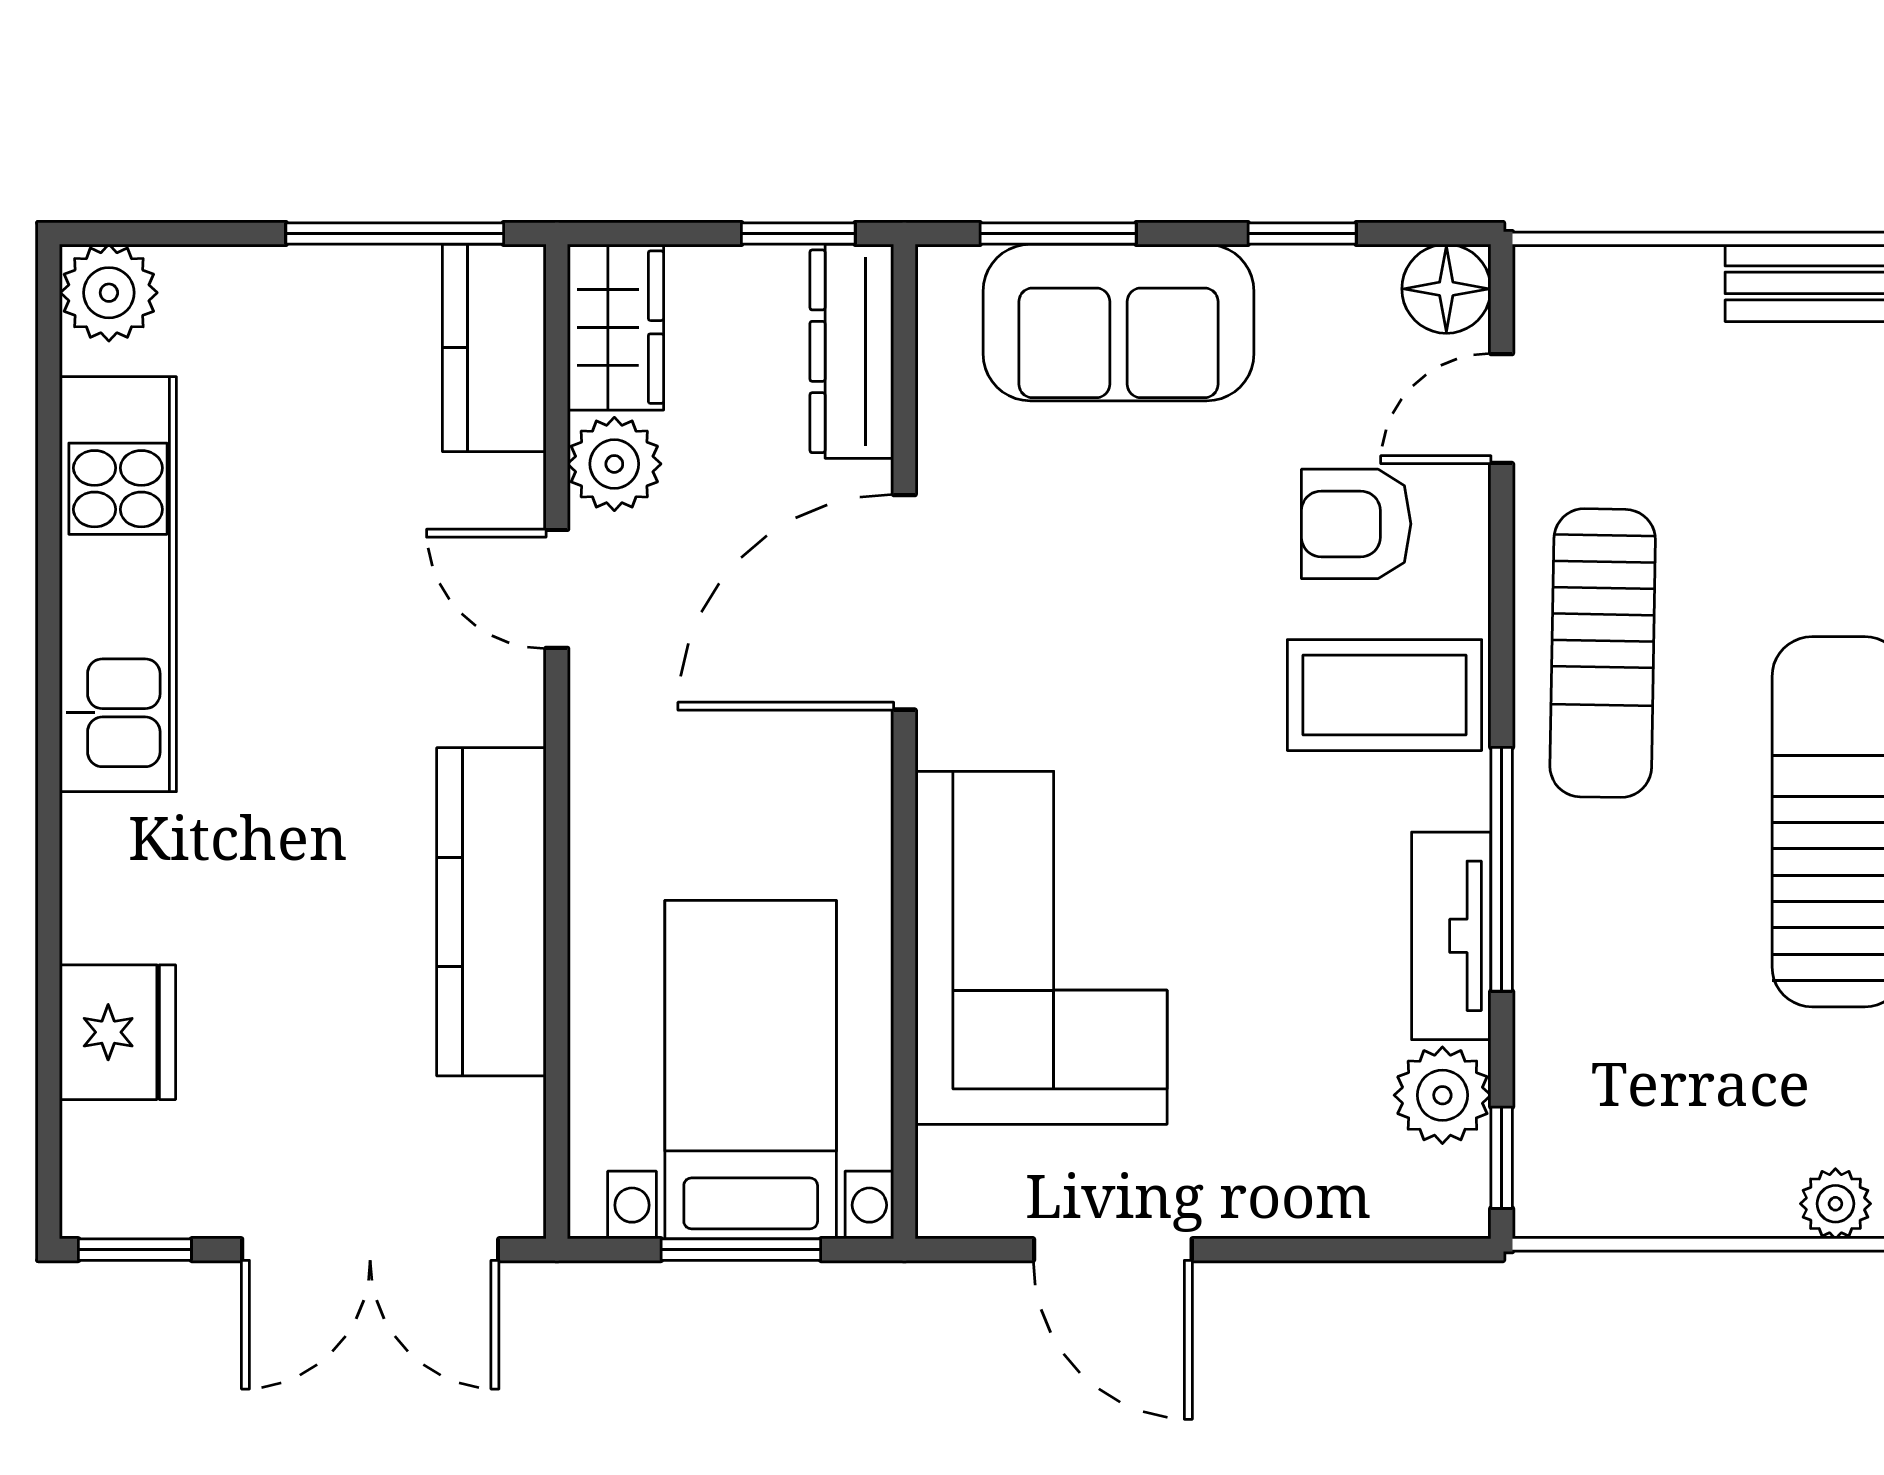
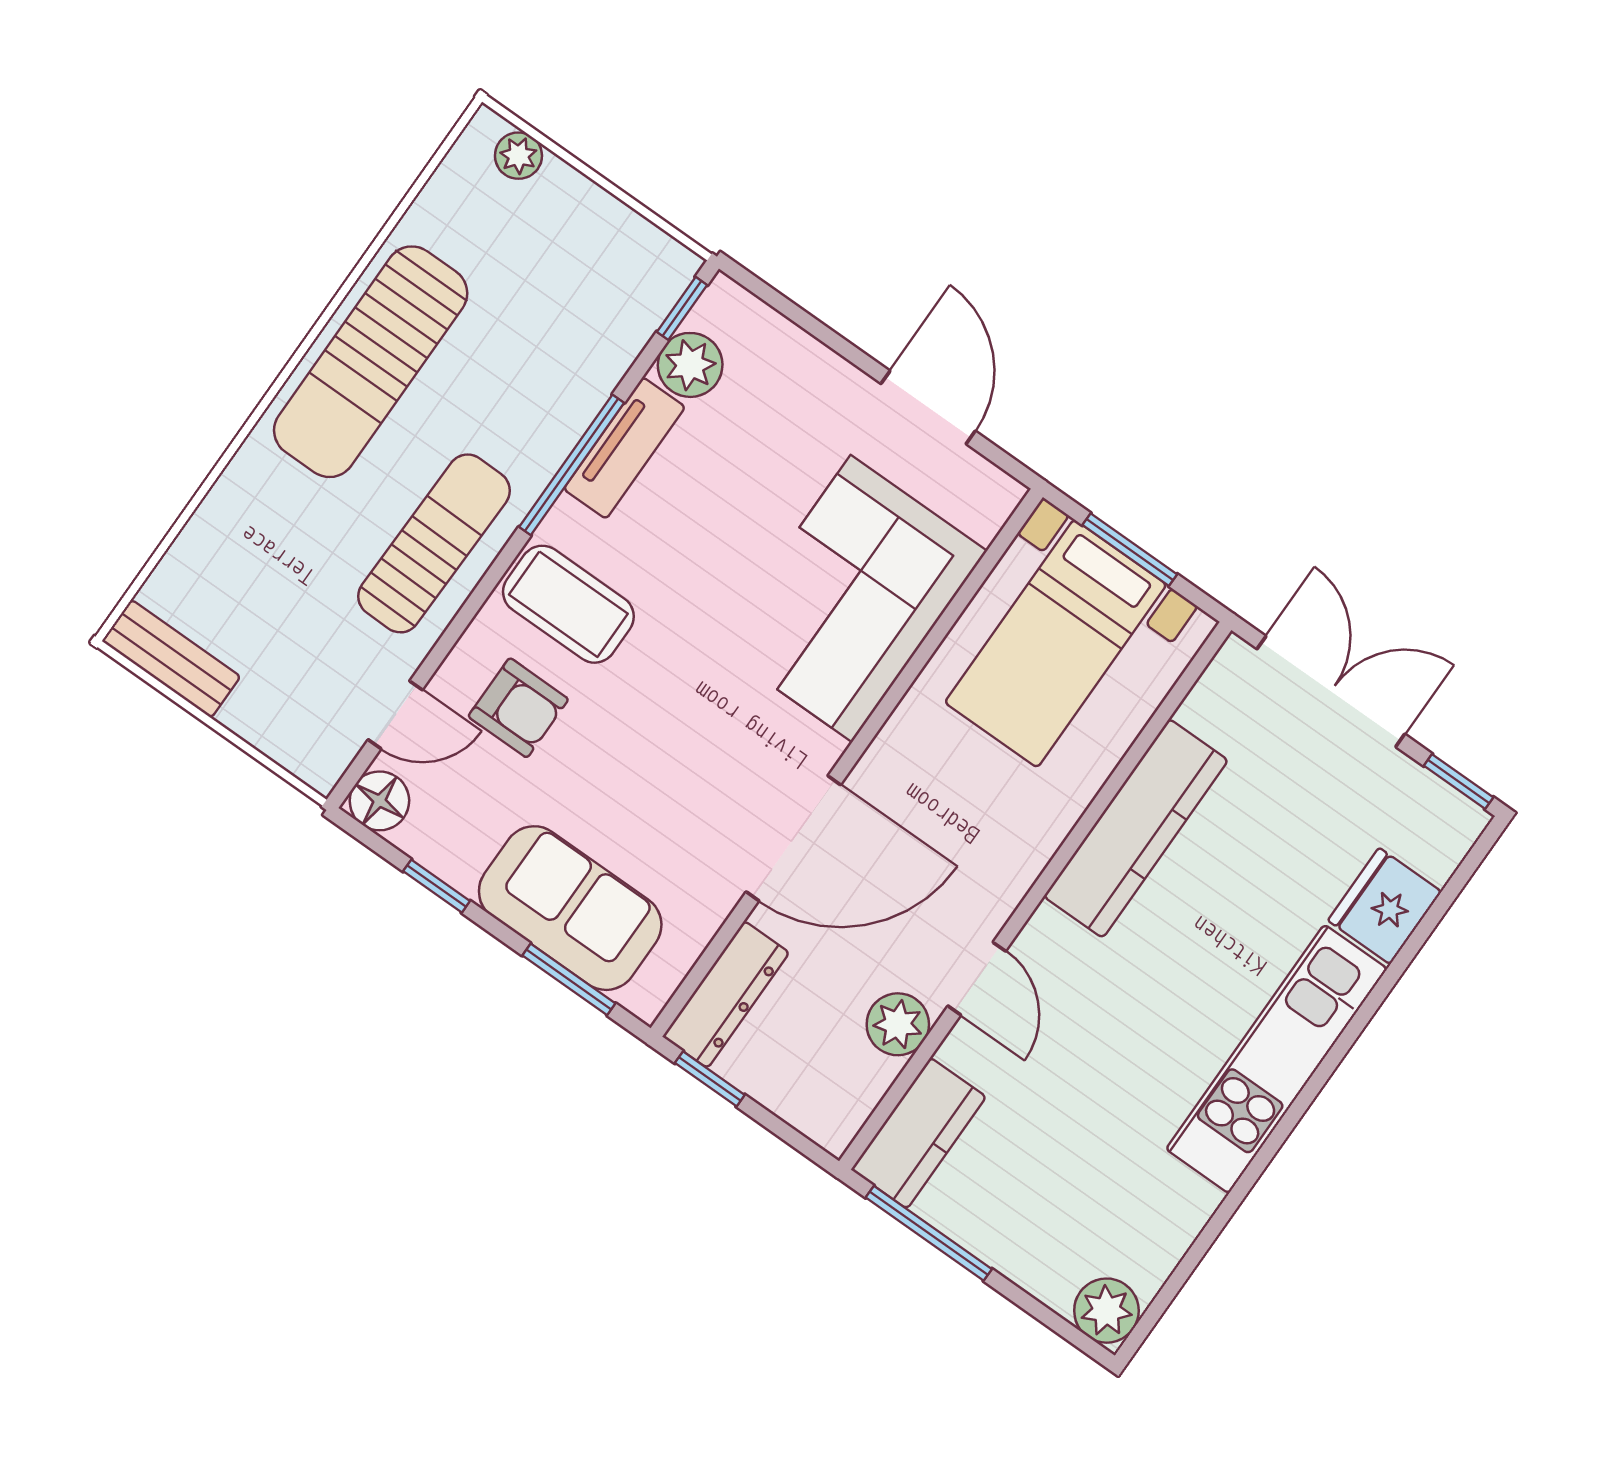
wardrobe: (616, 327) -> (845, 1098), removed
kitchen unit: (118, 584) -> (1277, 1059), moved

